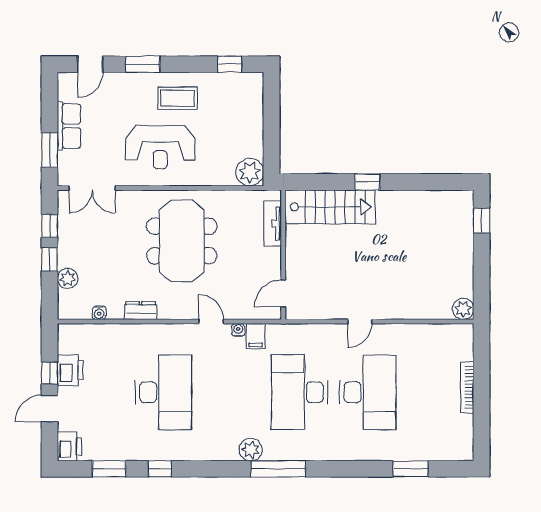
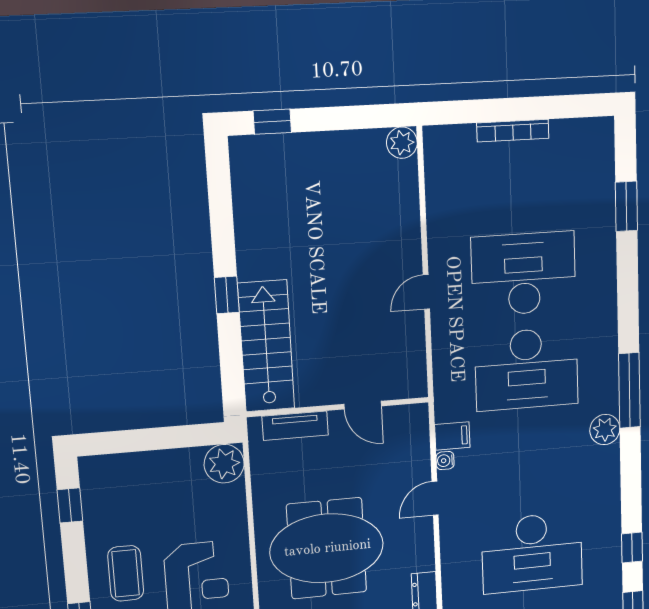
door: (283, 294) -> (363, 405), moved
door: (360, 322) -> (426, 292), swing flipped
desk: (163, 392) -> (532, 553), turned 180

